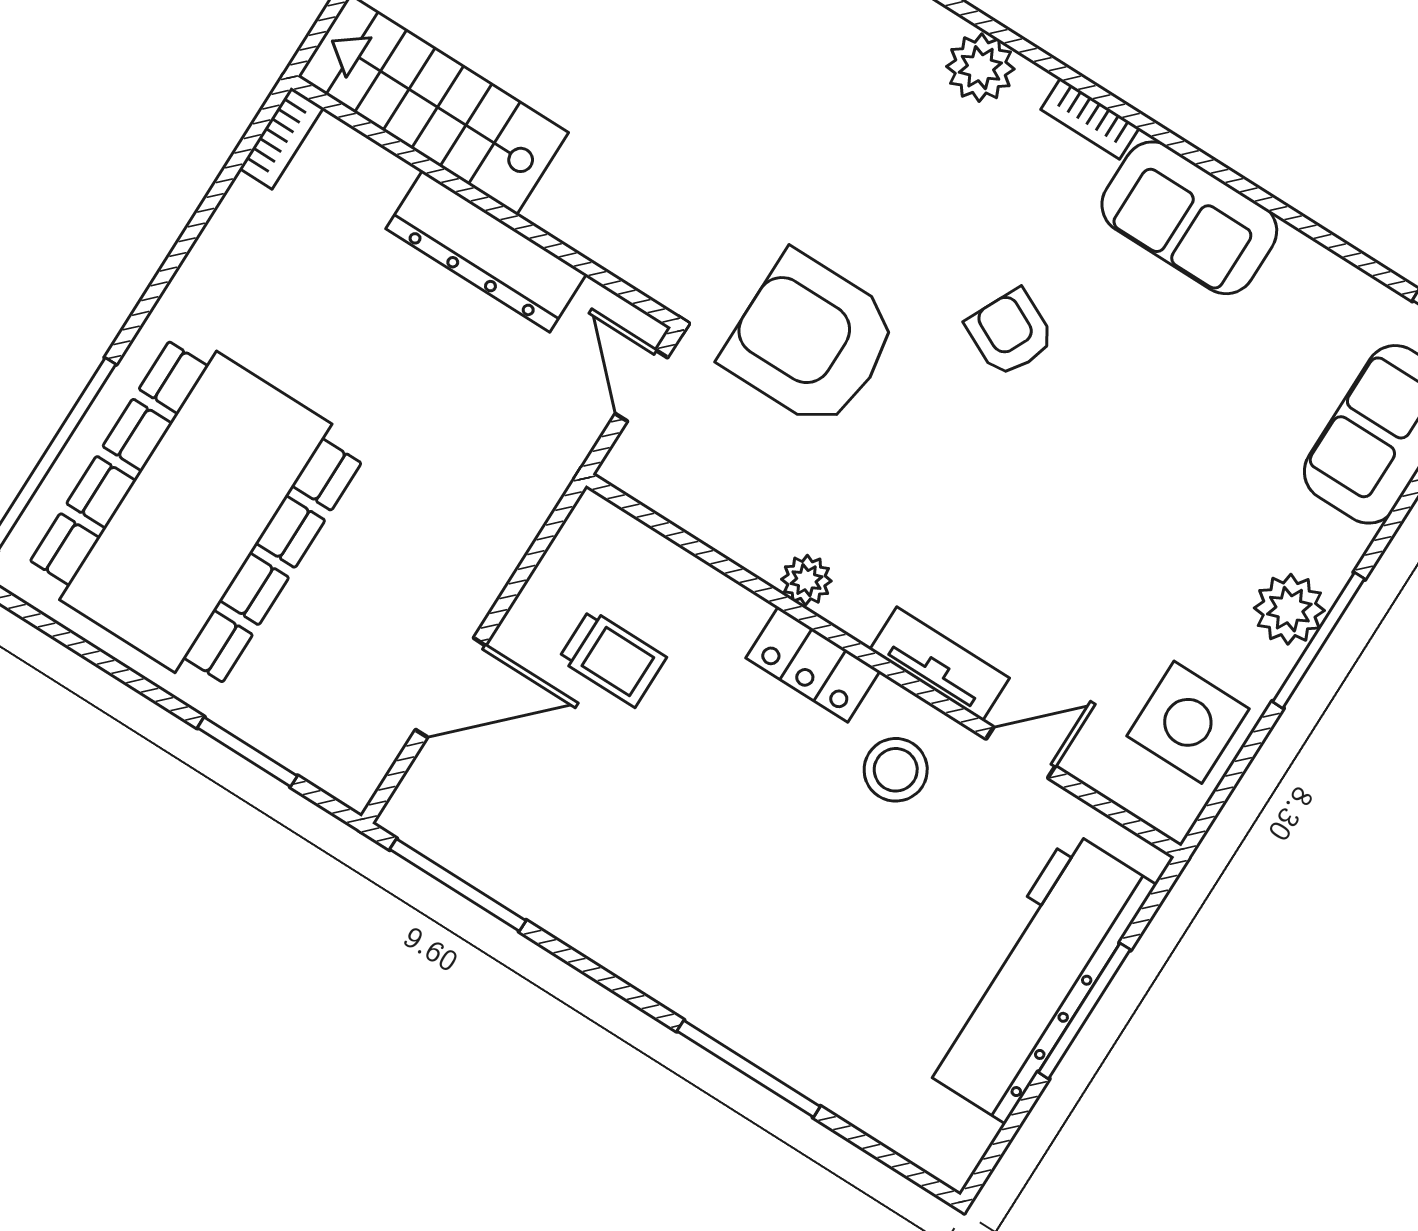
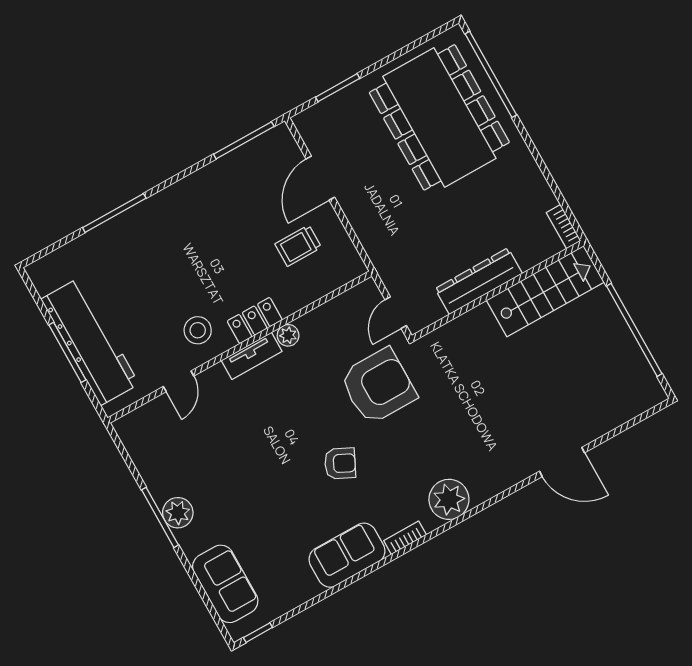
plant: (980, 68) -> (449, 499), width x1.36, depth x1.36
door: (641, 386) -> (396, 313), swing flipped
tv unit: (940, 664) -> (252, 356), moved
side table: (1188, 722) -> (156, 451), removed

